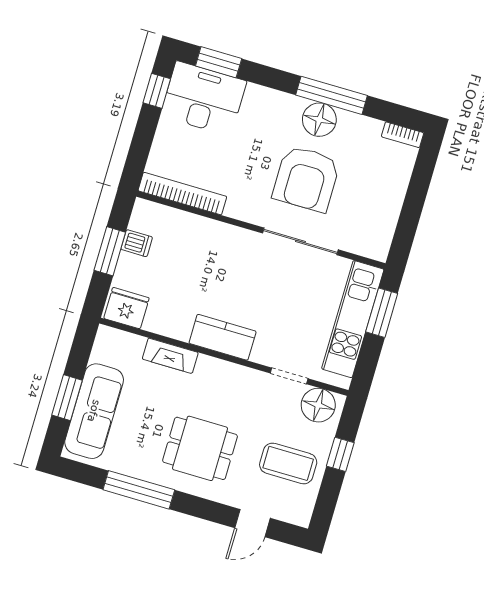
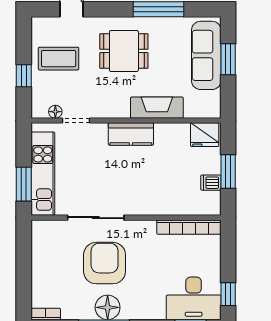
fireplace: (170, 356) -> (157, 108), width x1.37, depth x1.32
floor lamp: (318, 405) -> (55, 112), width x0.53, depth x0.53

